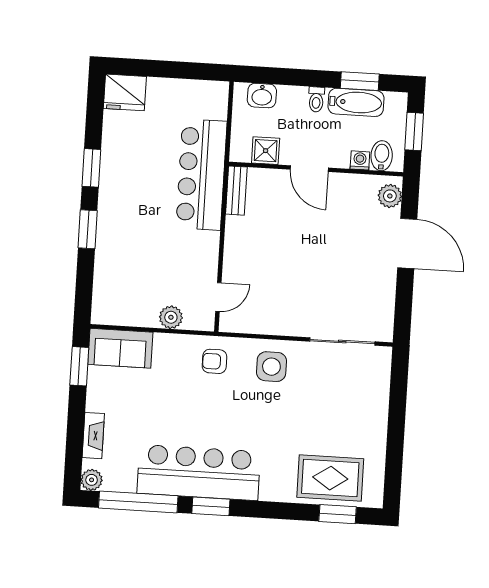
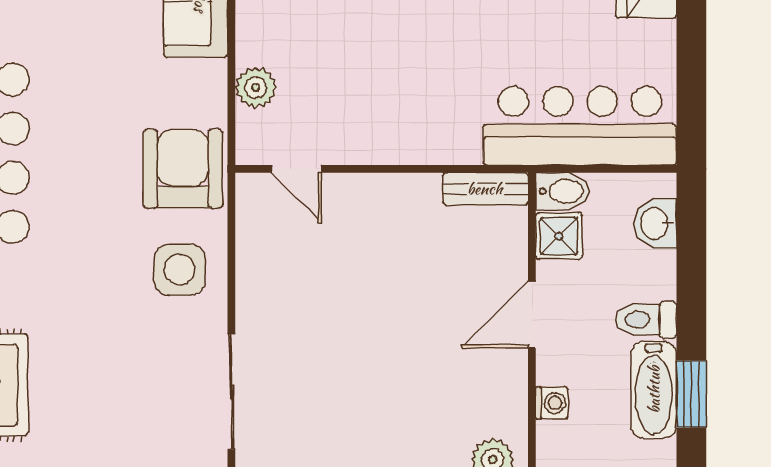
toilet: (316, 99) -> (646, 320), width x1.37, depth x1.39
bidet: (382, 156) -> (562, 191), moved
bar counter: (201, 175) -> (580, 126), moved
armchair: (214, 361) -> (183, 169), width x1.88, depth x1.88

